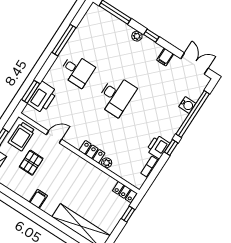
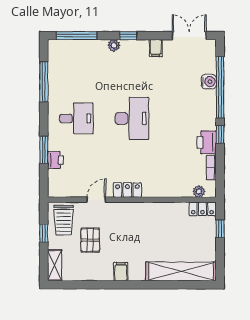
window: (64, 40) -> (44, 82), moved
window: (31, 92) -> (44, 150), moved
printer: (42, 97) -> (55, 160), width x0.53, depth x0.68
locker: (92, 152) -> (127, 190), moved
plant: (107, 163) -> (199, 191), moved

